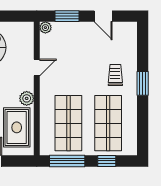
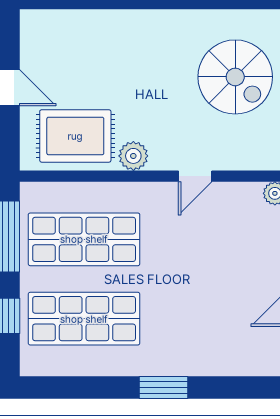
door: (37, 67) -> (195, 176), hinge flipped
trolley: (115, 75) -> (180, 333), removed

